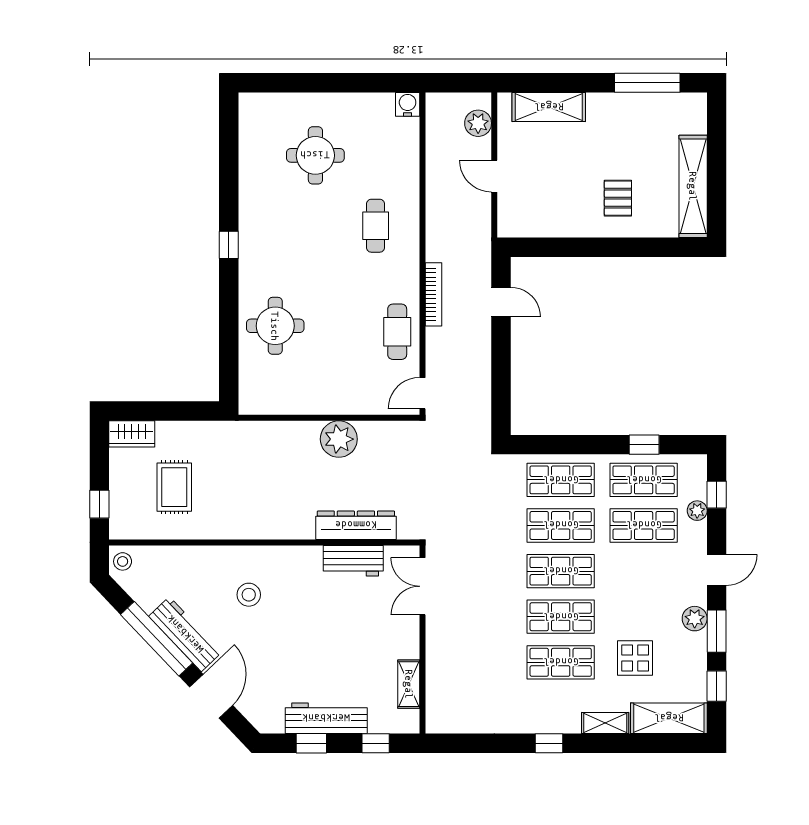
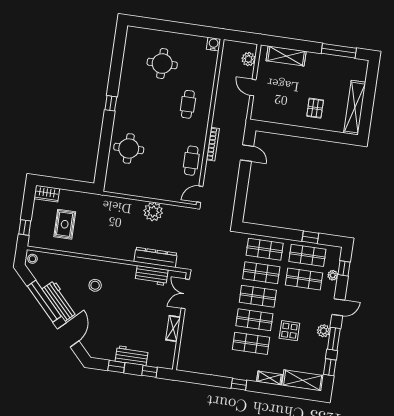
display table: (635, 658) -> (289, 331), moved
shelving: (409, 684) -> (173, 329), moved
workbench: (326, 718) -> (132, 356), width x0.73

